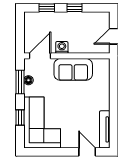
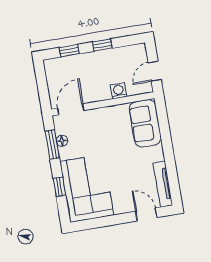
washing machine: (62, 47) -> (118, 91), moved
sofa: (73, 69) -> (145, 123), moved, turned 90

